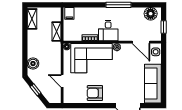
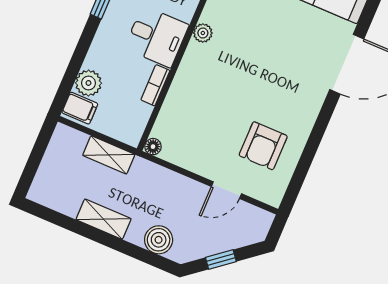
plant: (80, 13) -> (88, 83), added
shelving: (32, 19) -> (104, 219), moved
corner sofa: (92, 58) -> (203, 101), removed
armchair: (95, 93) -> (263, 146), moved

